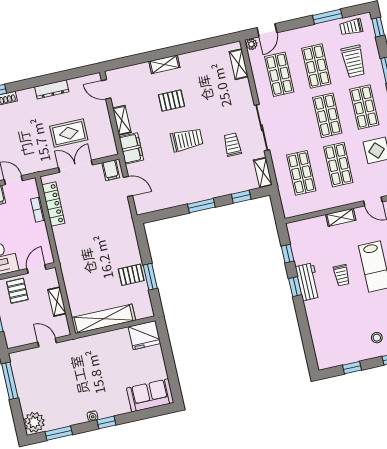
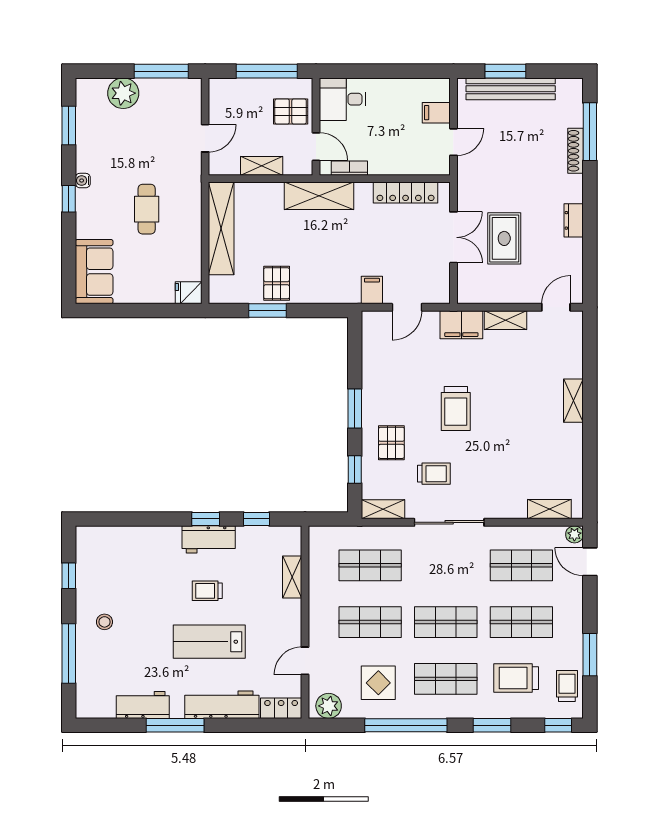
dresser: (52, 89) -> (574, 220), width x0.70
pallet: (171, 101) -> (391, 443), moved
filing cabinet: (111, 170) -> (372, 290), moved, turned 90
bookcase: (38, 210) -> (349, 168), moved
shelving: (341, 217) -> (292, 577), moved
shelving: (68, 260) -> (319, 196), added
fridge: (144, 335) -> (189, 293), width x0.53, depth x0.75
cafe table: (102, 370) -> (147, 209), added
plant: (34, 422) -> (123, 93), moved

